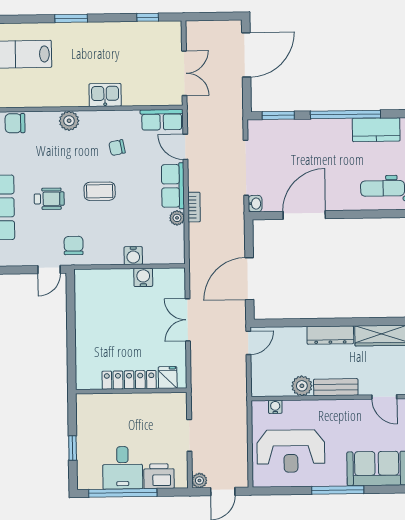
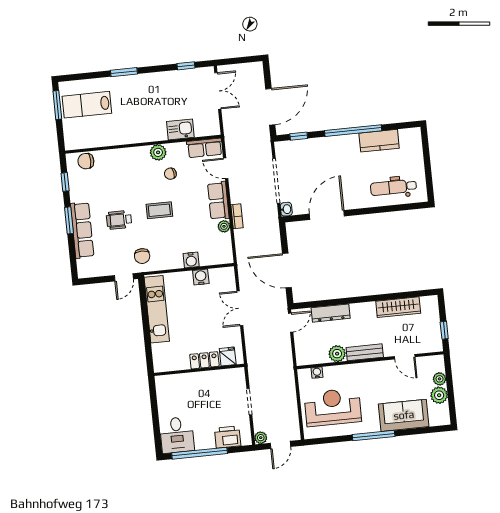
door: (246, 55) -> (270, 107), moved
double door: (184, 73) -> (218, 91), moved
kitchen sink: (105, 95) -> (180, 129), moved
window: (278, 115) -> (299, 136), width x0.67
plant: (69, 121) -> (158, 152), moved
wheelchair: (49, 199) -> (119, 220), turned 180
chair: (74, 245) -> (142, 256), turned 180
door: (249, 279) -> (287, 270), hinge flipped
kitchen unit: (86, 312) -> (157, 309), added
dresser: (330, 335) -> (331, 313), moved
locker: (129, 380) -> (204, 360), width x0.66
window: (73, 448) -> (156, 420), removed
reception desk: (291, 451) -> (333, 407), turned 180
desk: (123, 468) -> (177, 435), moved

